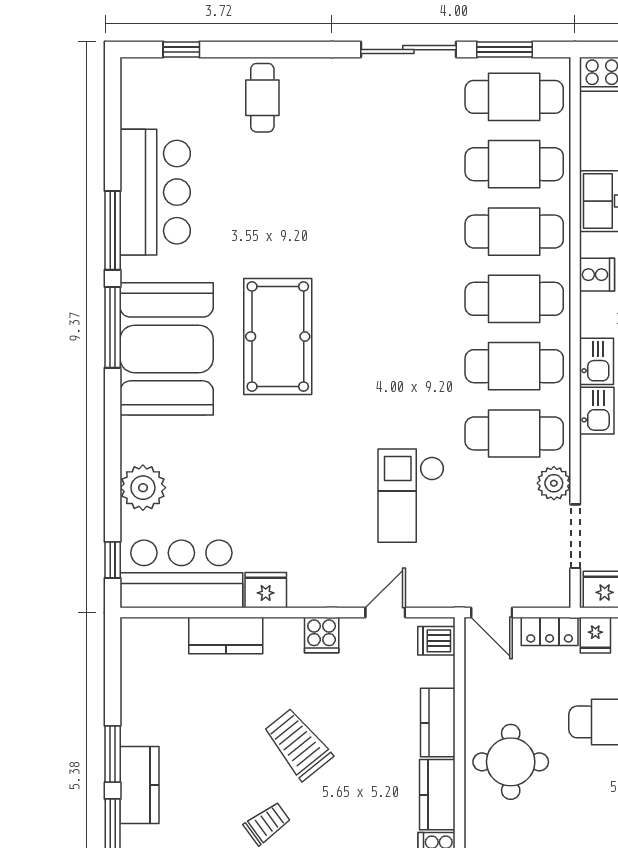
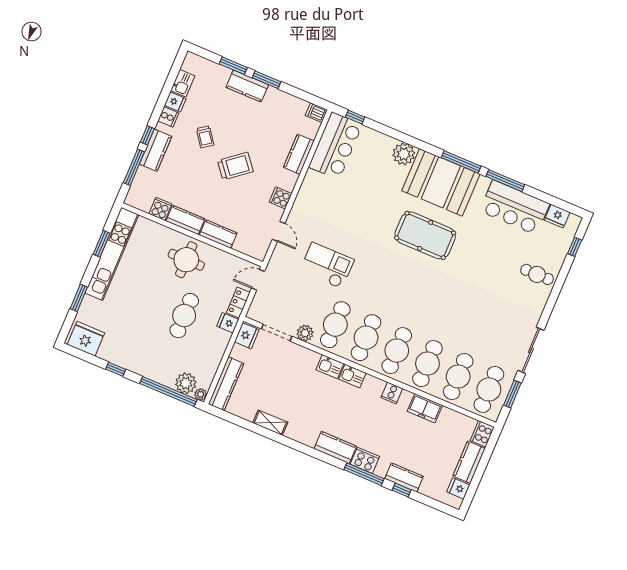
plant: (143, 488) -> (404, 154), moved
fridge: (266, 590) -> (557, 216), moved, turned 90
dishwasher: (436, 641) -> (316, 113), moved, turned -90

